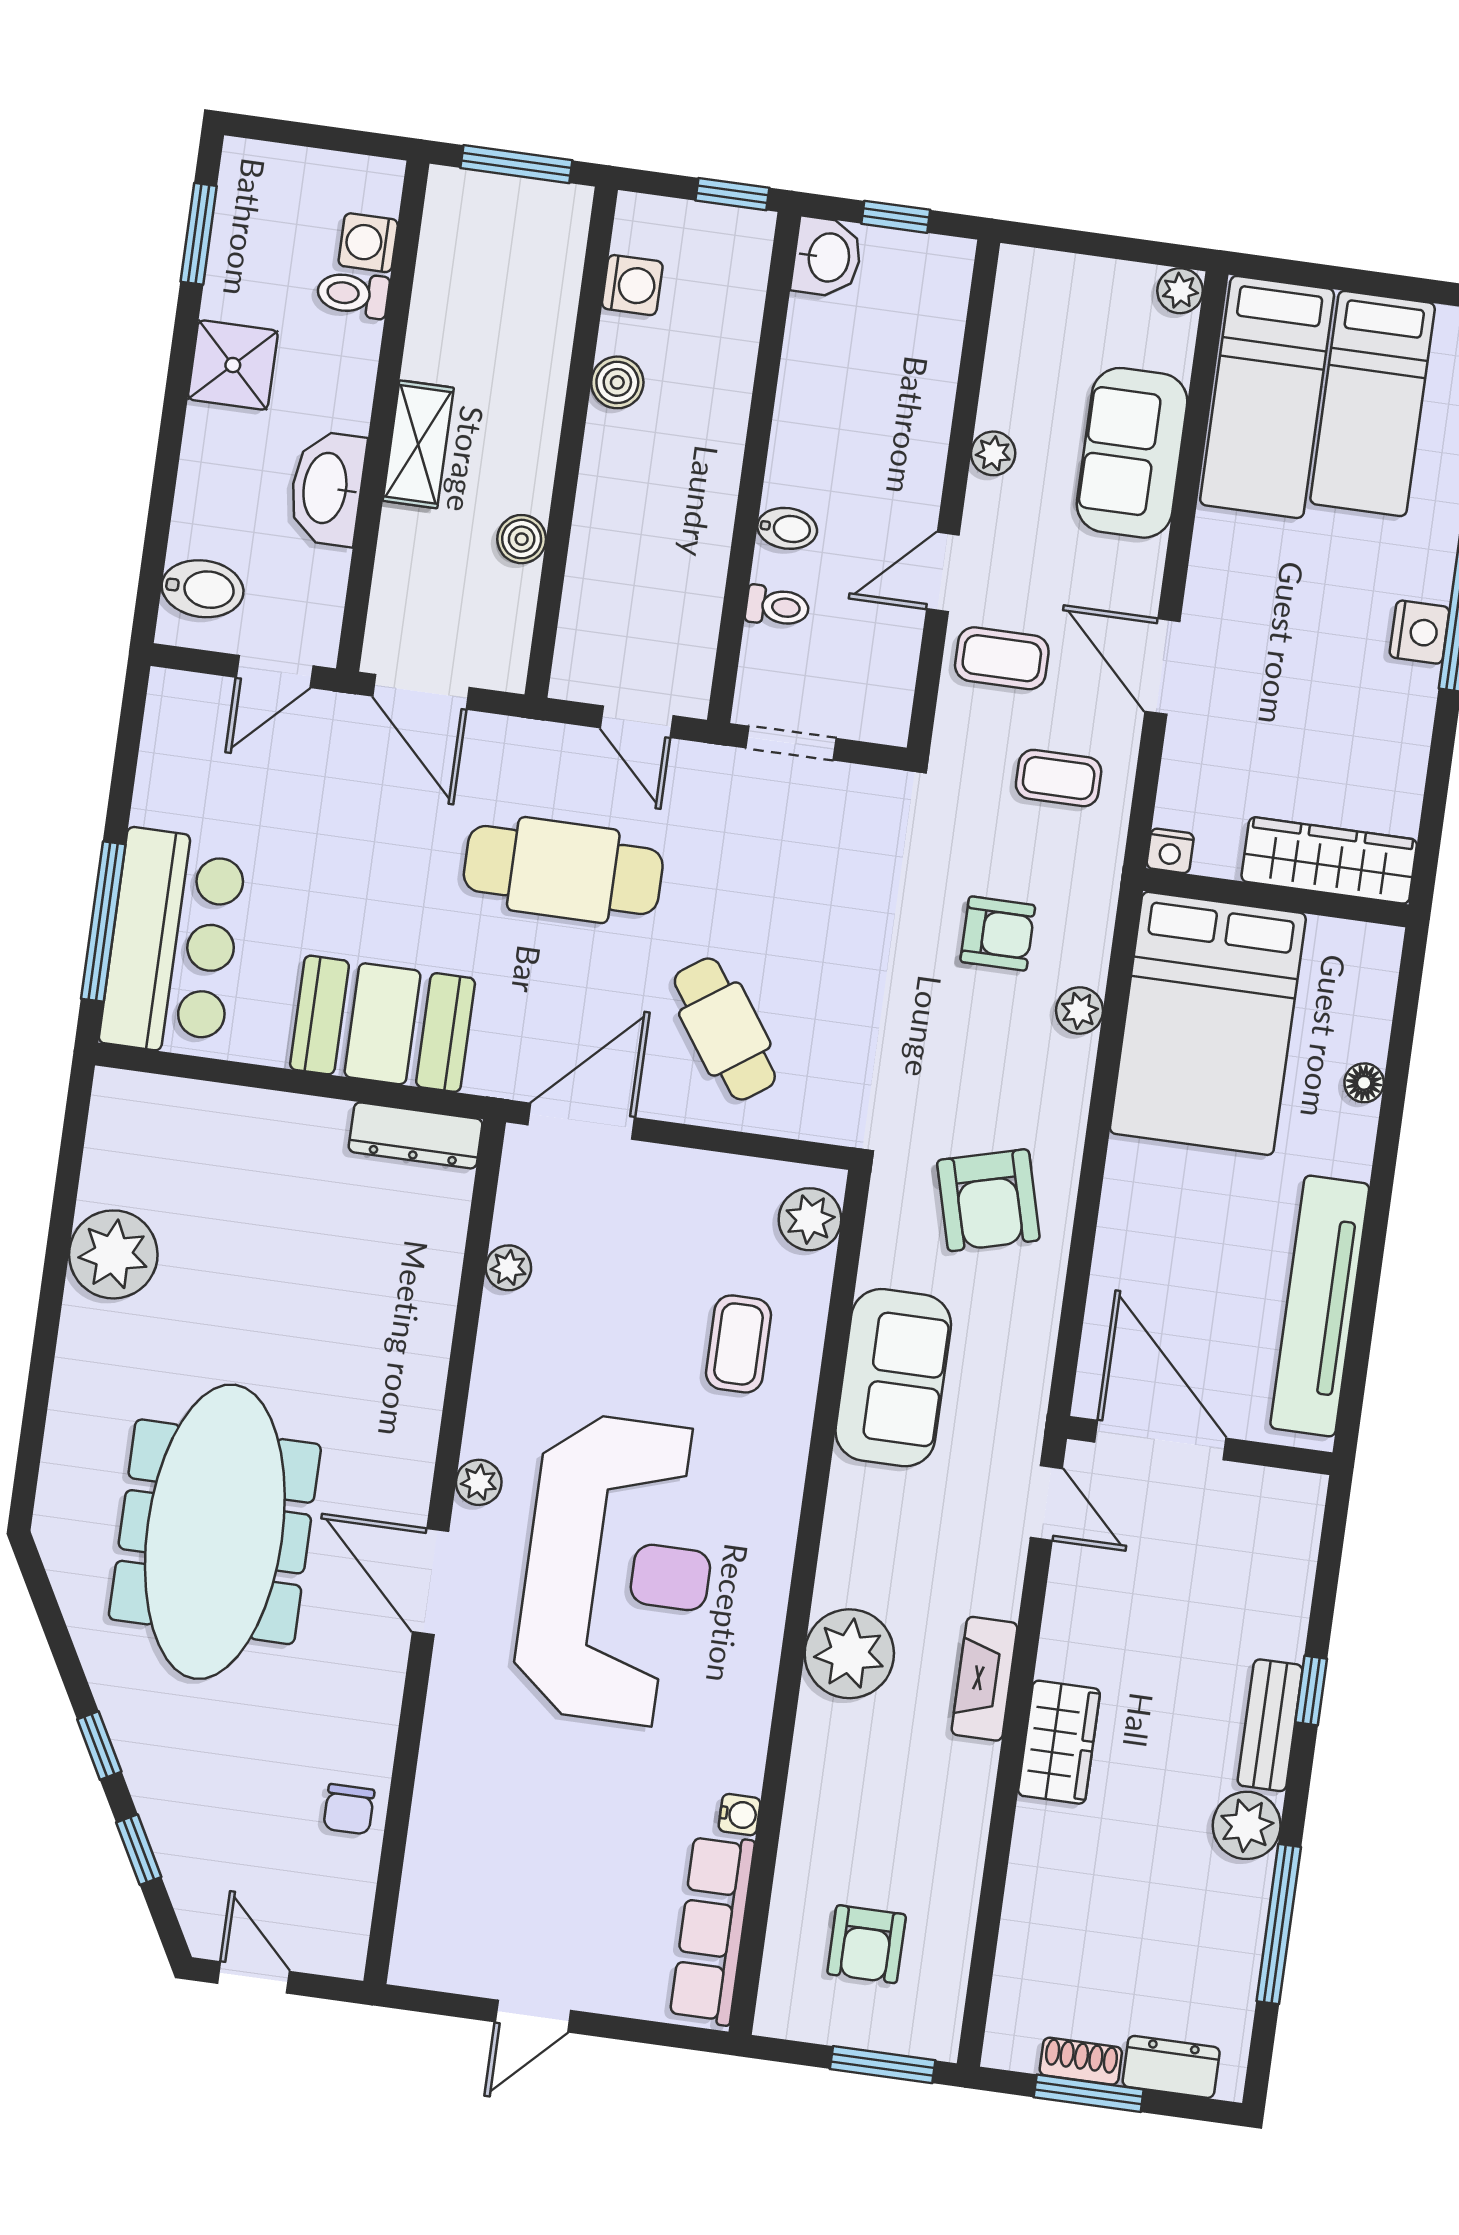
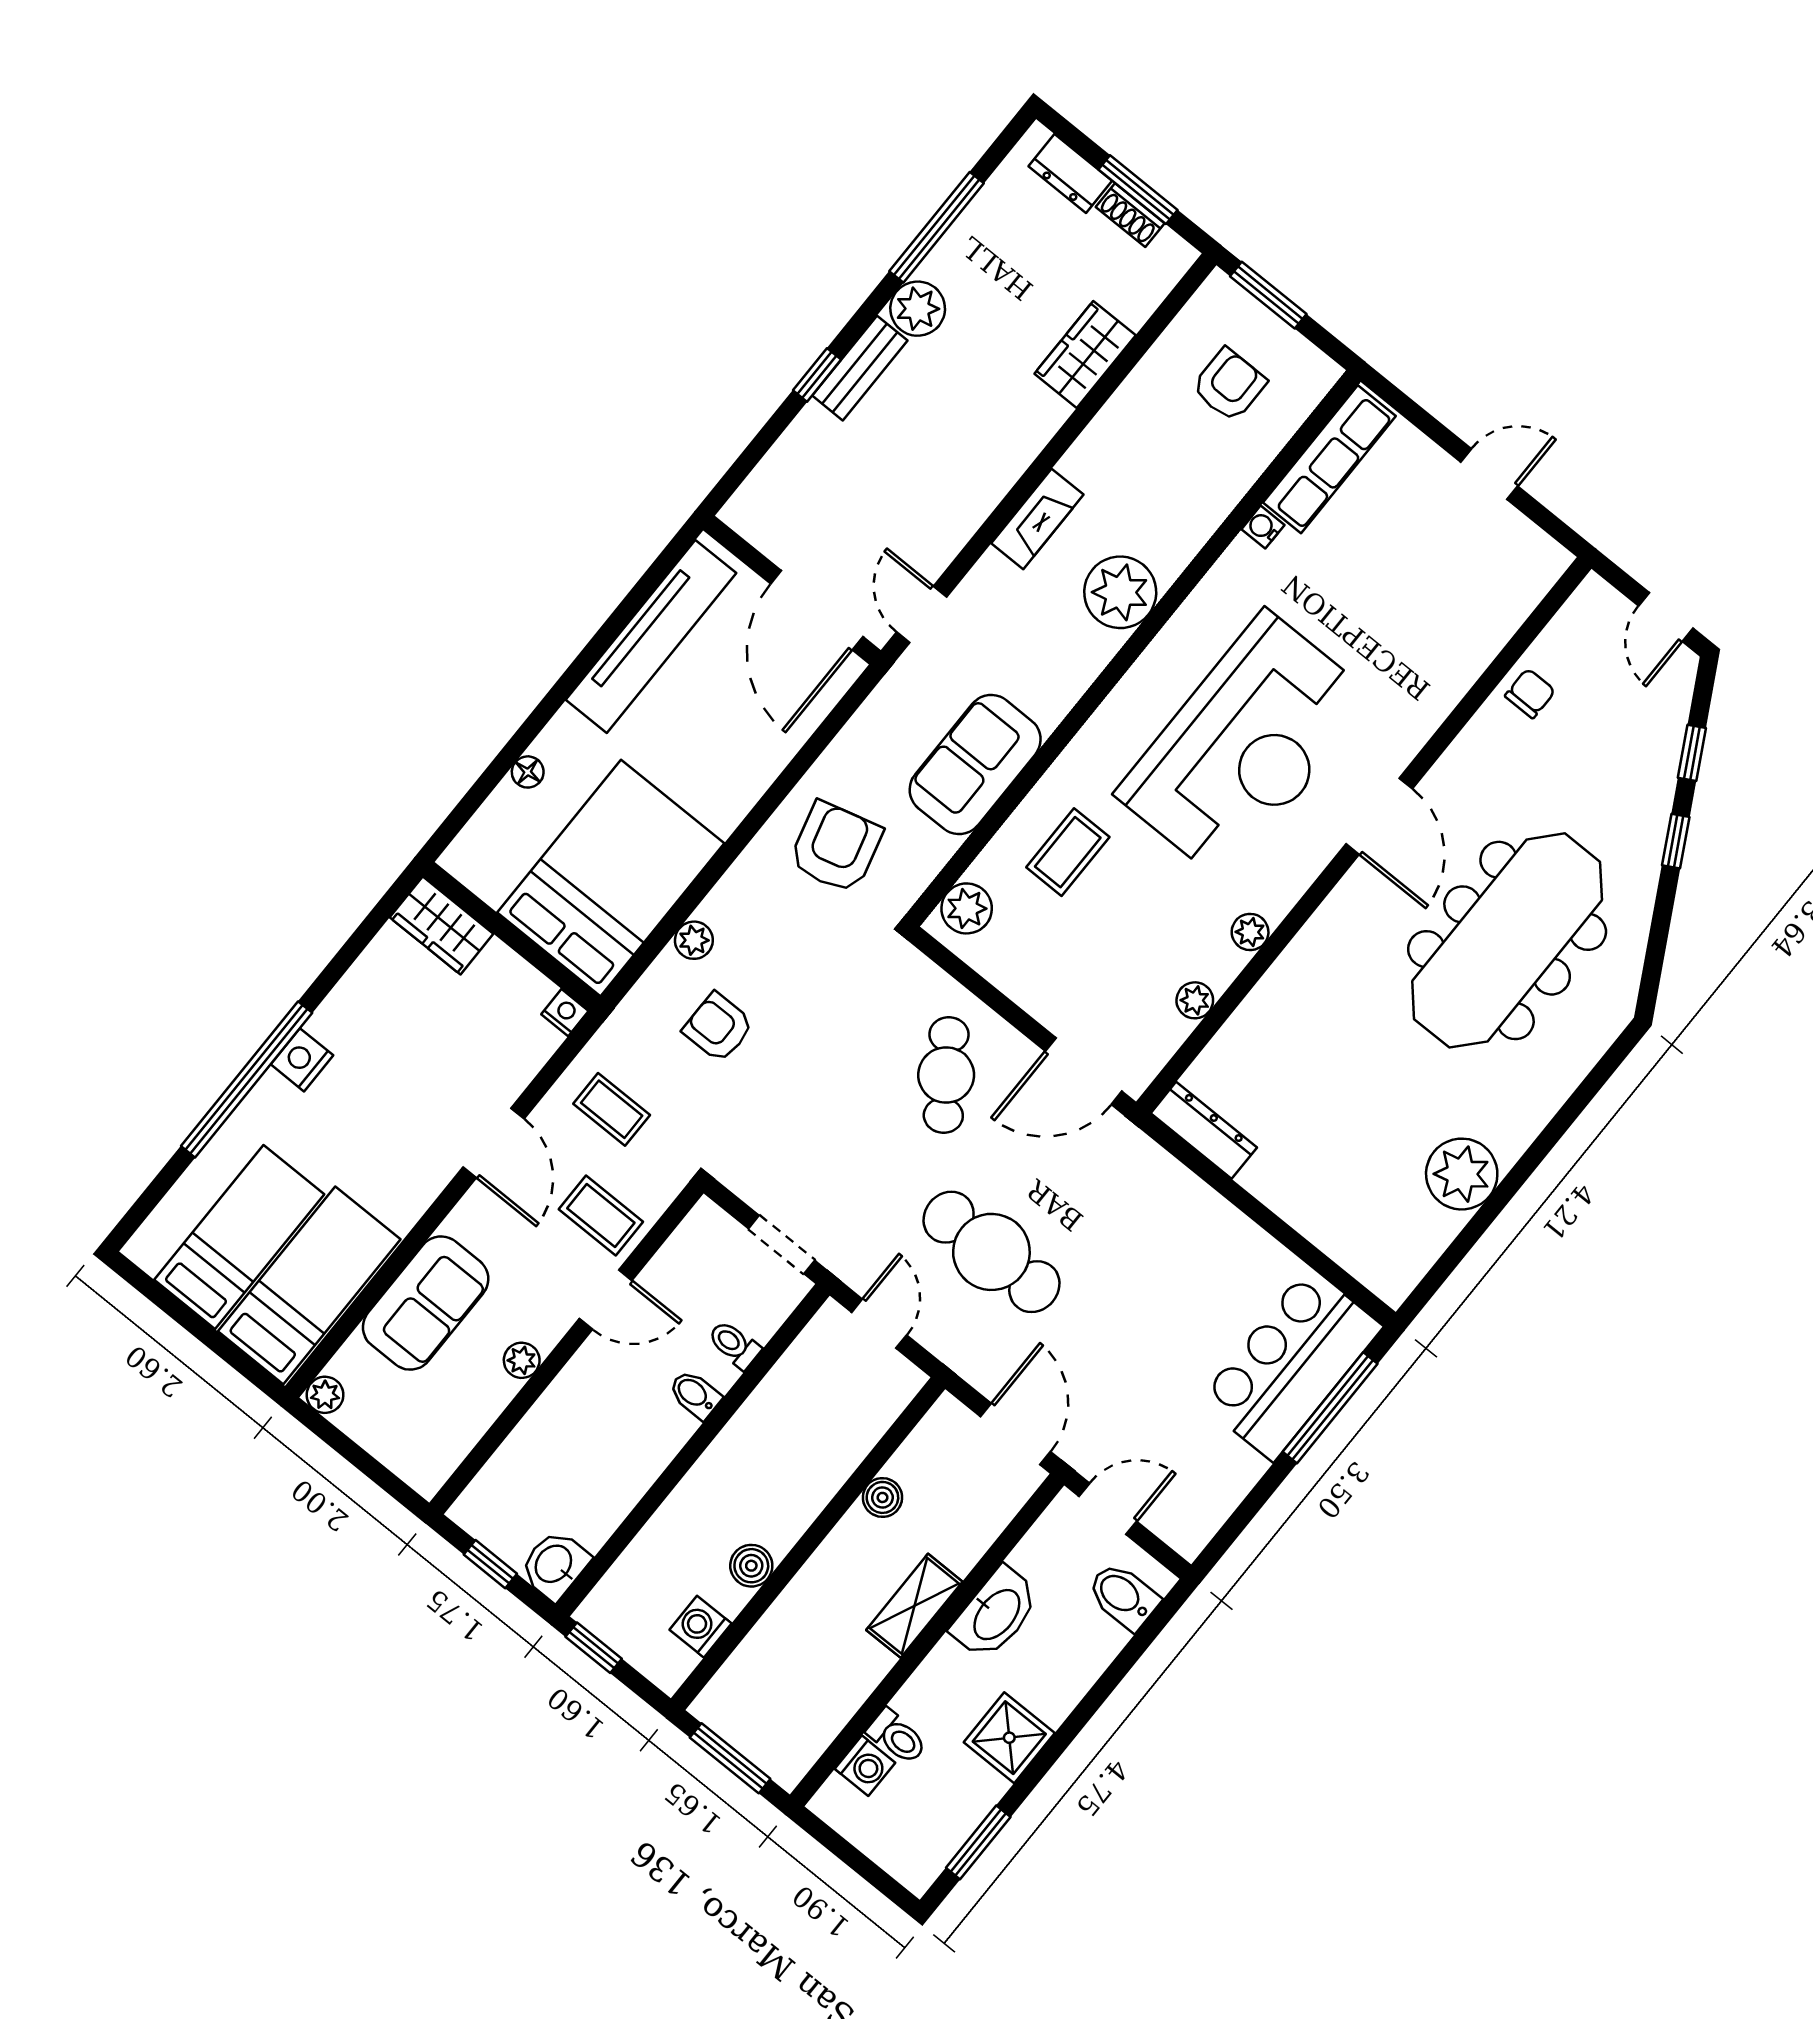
wardrobe: (1329, 860) -> (442, 926), width x0.67
booth: (382, 1024) -> (1180, 1221), removed
plant: (479, 1482) -> (1250, 932), moved
reception desk: (618, 1570) -> (1245, 746), turned 180
wardrobe: (1059, 1742) -> (1085, 355), moved

